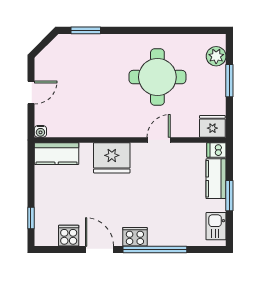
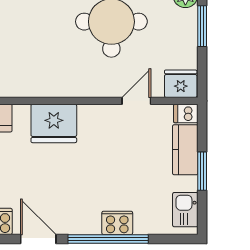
door: (159, 140) -> (136, 101), moved
cooker: (135, 237) -> (117, 223), moved

